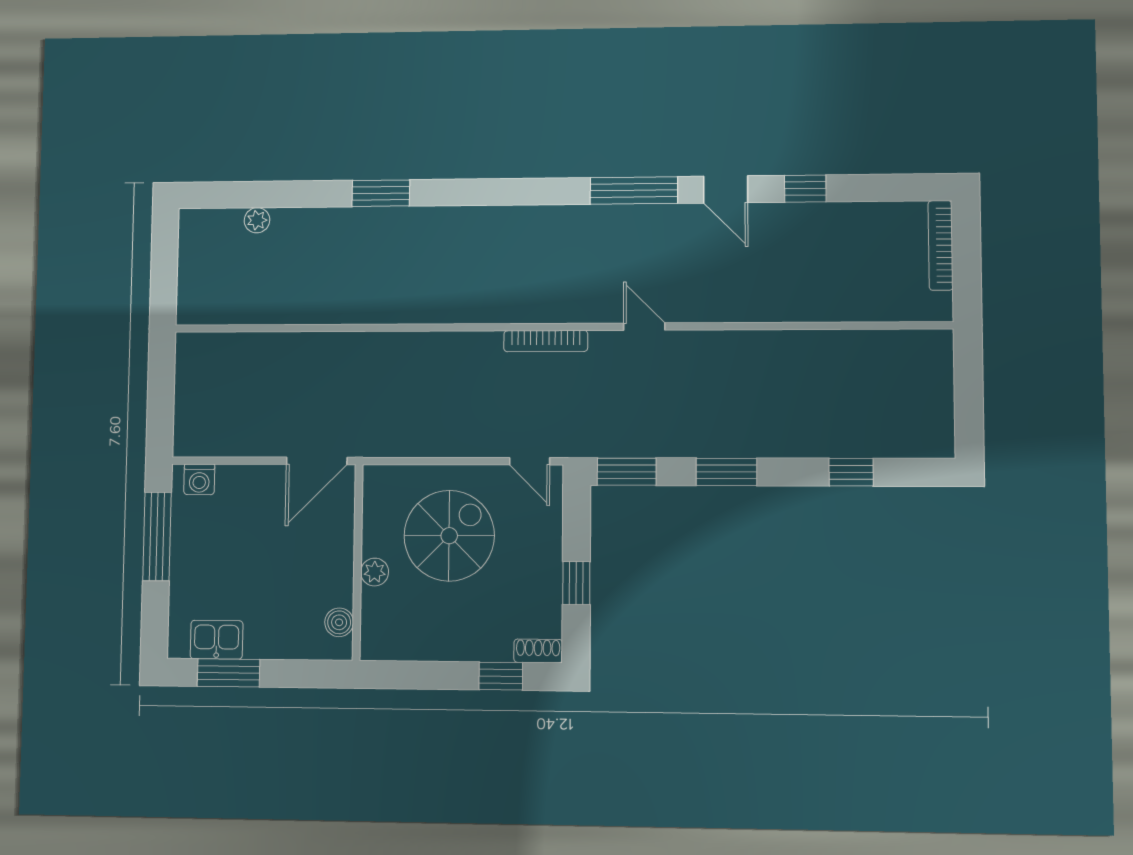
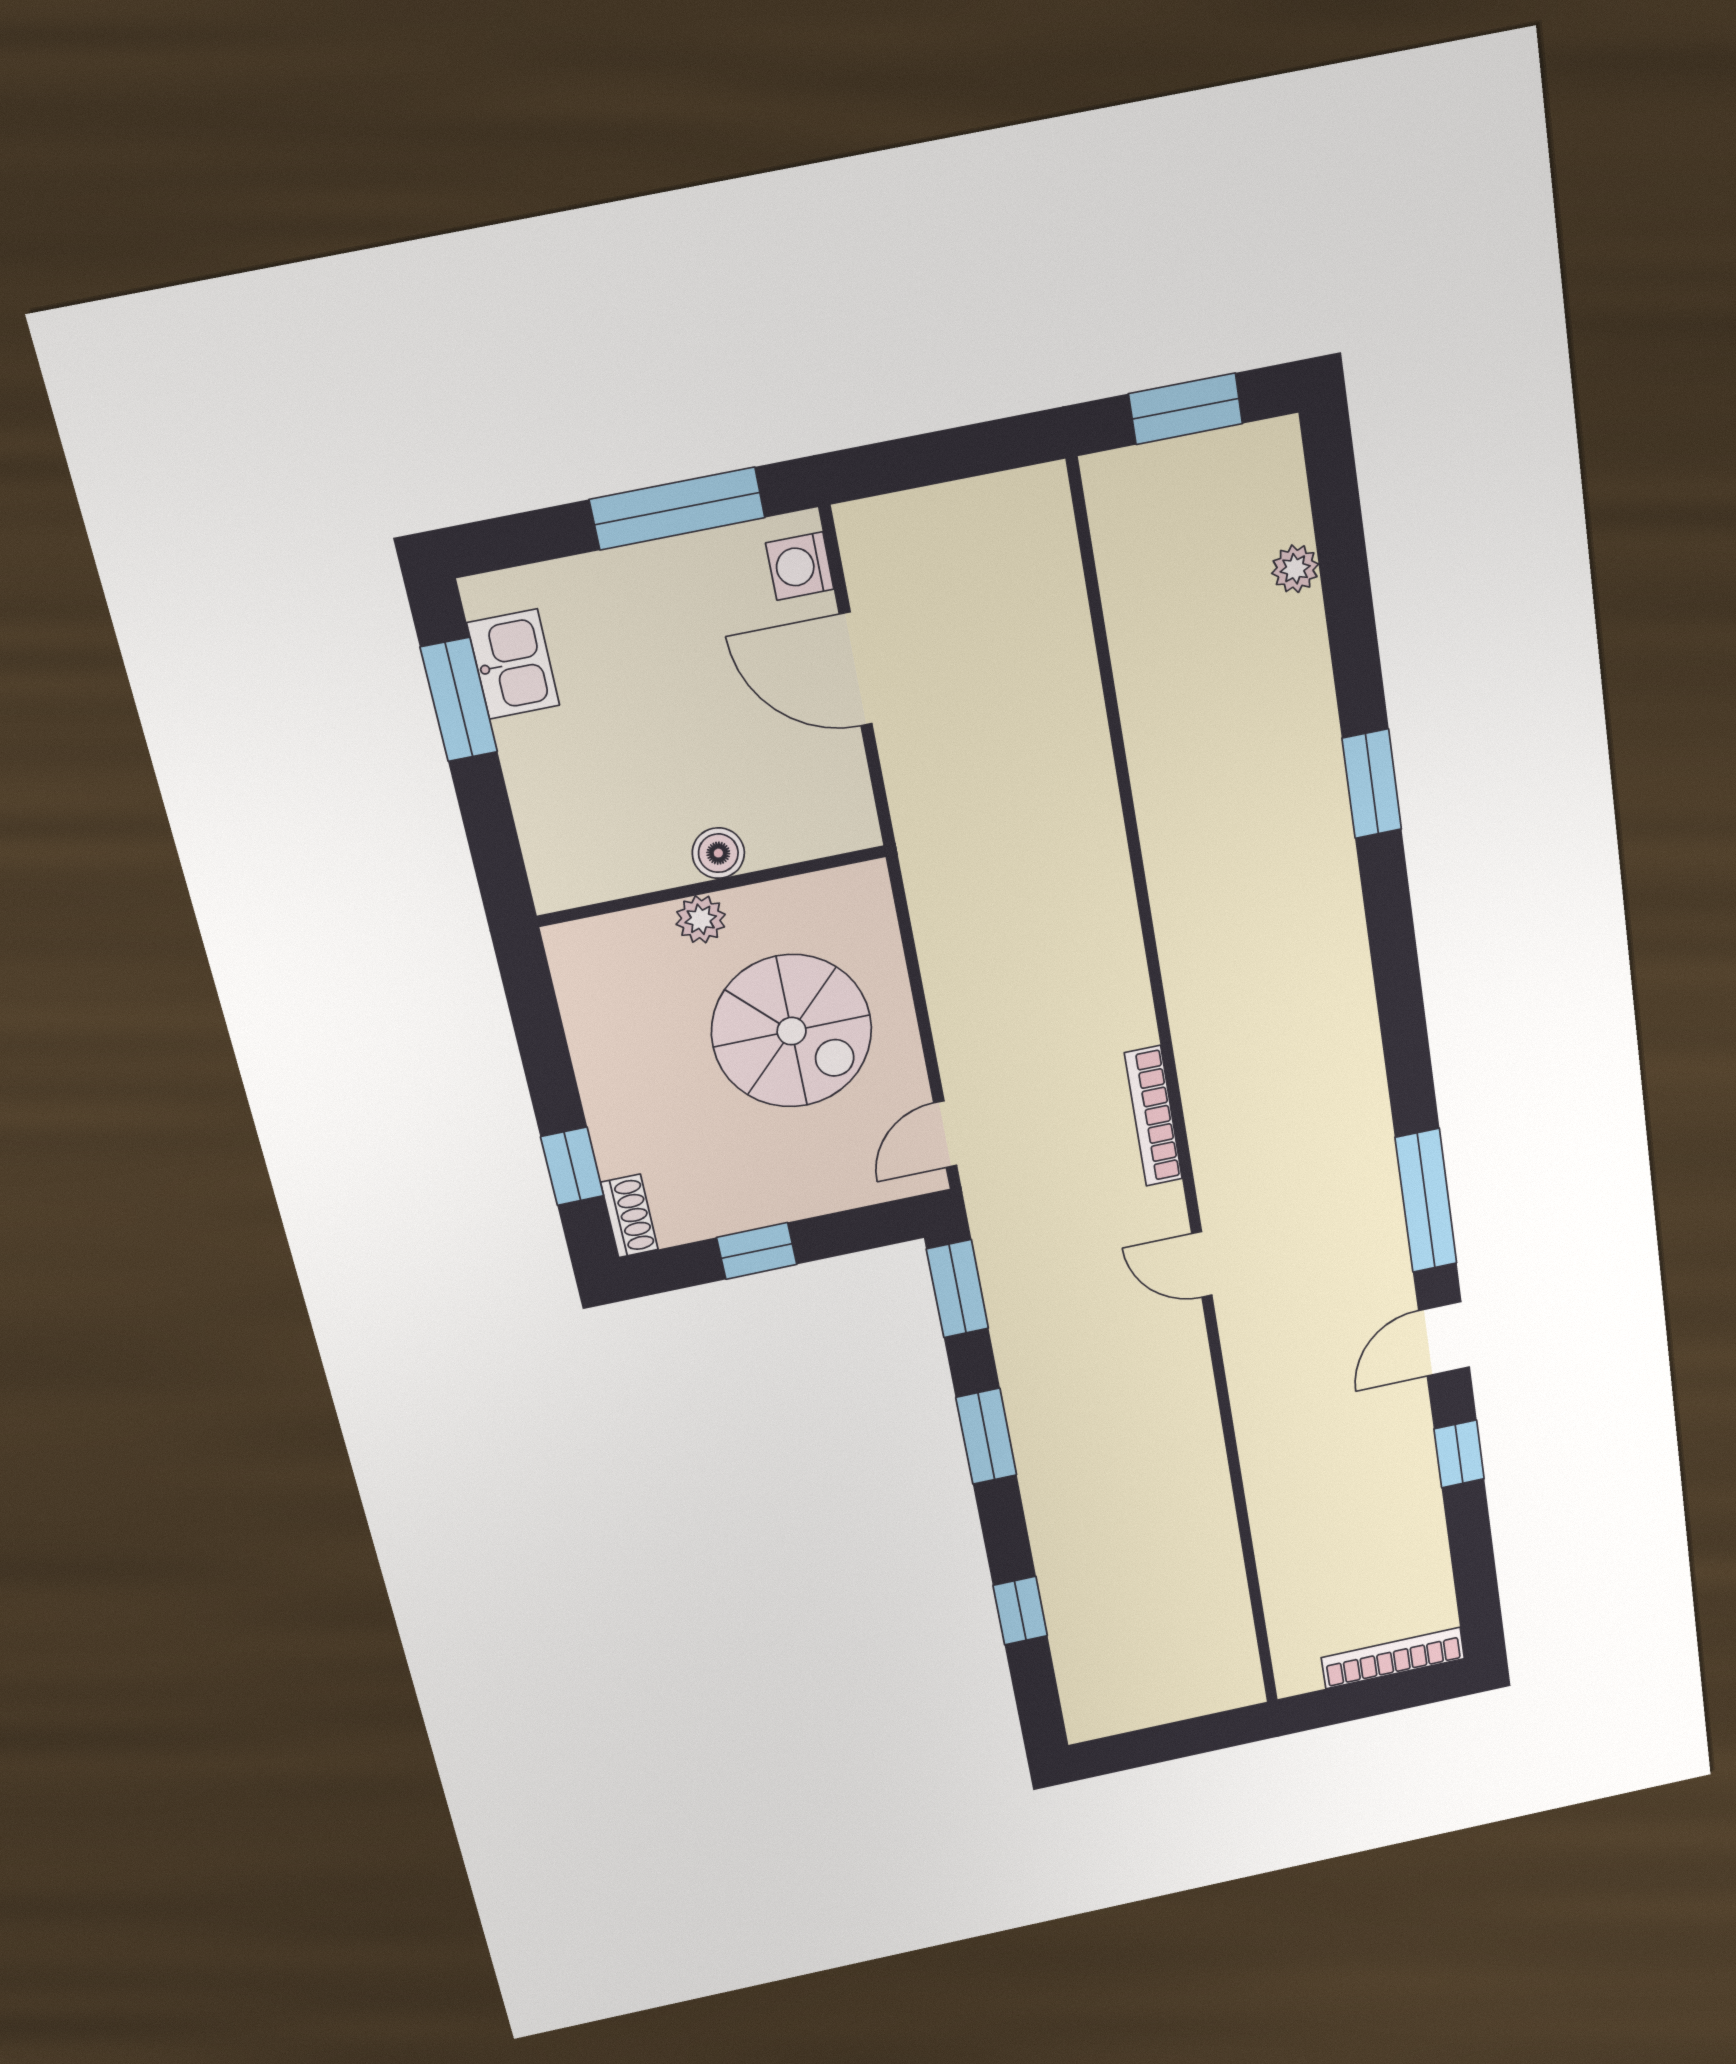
window: (164, 266) -> (1186, 409), added
door: (644, 327) -> (1202, 1264), swing flipped
door: (317, 461) -> (856, 669), moved
boiler: (339, 622) -> (718, 853), moved

